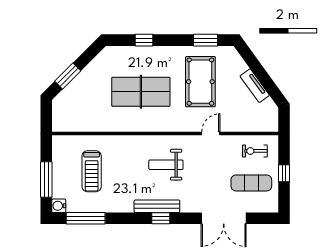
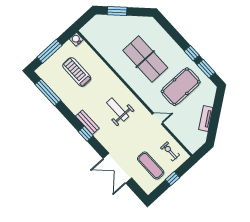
window: (144, 40) -> (192, 53), moved
treadmill: (92, 171) -> (77, 72), turned 90
water cooler: (59, 206) -> (76, 39), moved
bench: (157, 206) -> (87, 122), width x0.73

